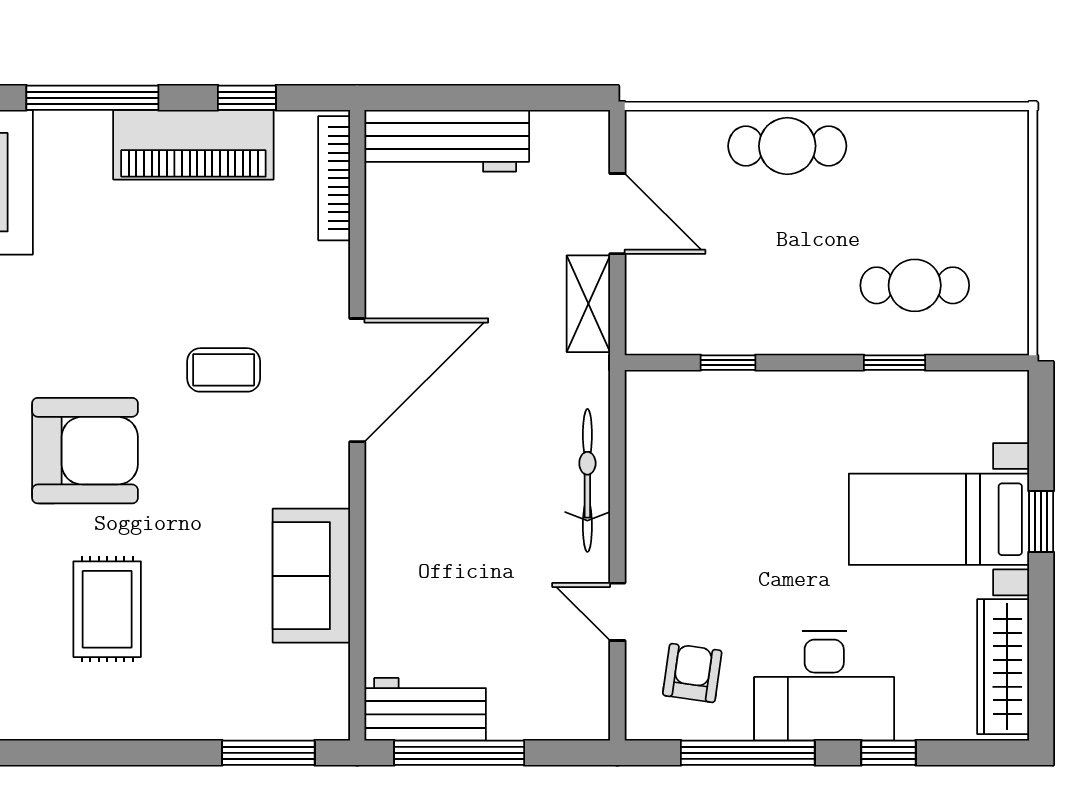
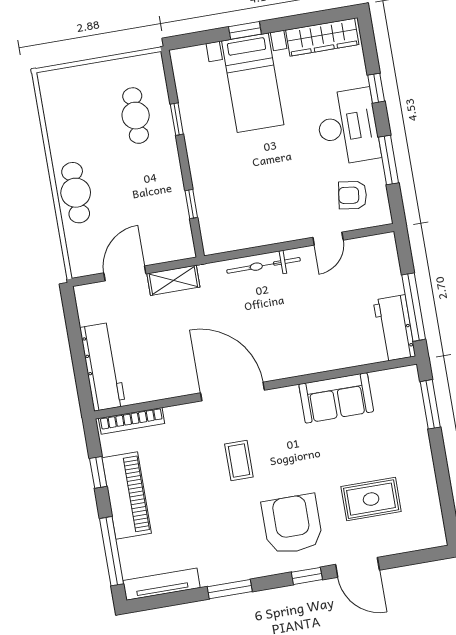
window: (748, 753) -> (388, 160), width x0.69

